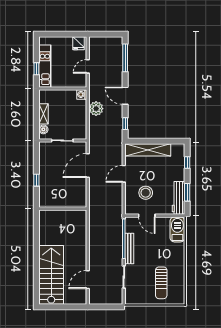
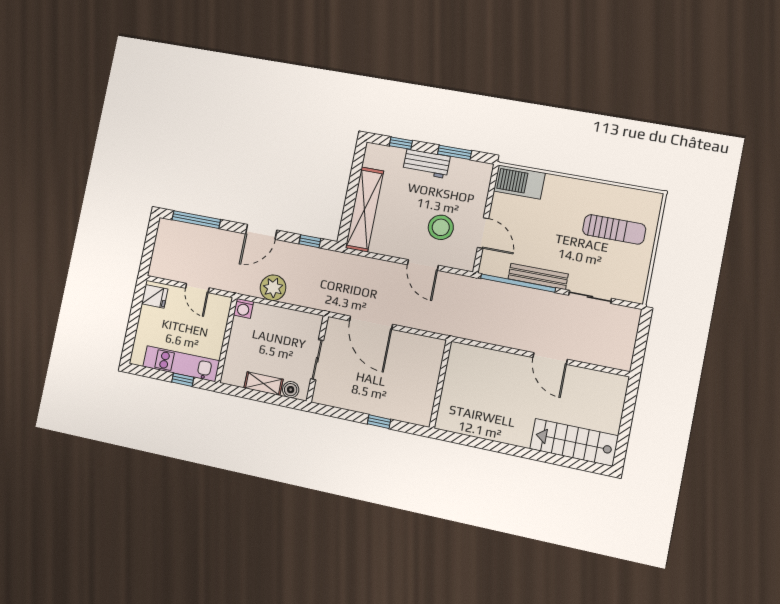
door: (124, 174) -> (423, 265), moved
workbench: (178, 198) -> (426, 164), moved, width x0.73
door: (147, 216) -> (483, 233), hinge flipped
stairs: (51, 275) -> (574, 442), width x0.73, depth x0.66
door: (88, 280) -> (550, 358), moved

